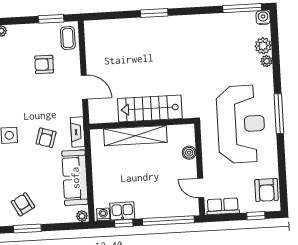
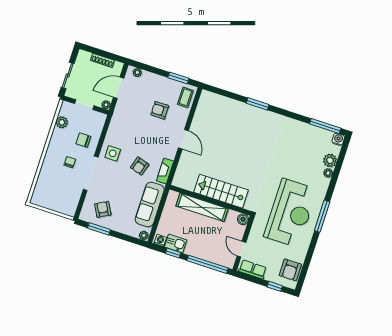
stairs: (150, 108) -> (221, 191), moved
wall: (142, 124) -> (210, 200), moved
shelving: (135, 136) -> (202, 207), moved

